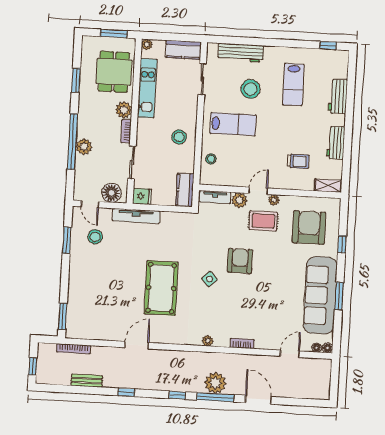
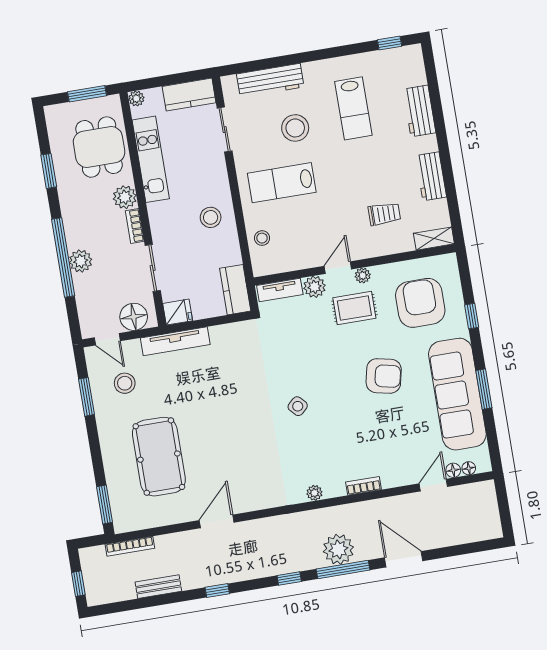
lab bench: (233, 124) -> (282, 183), turned 180
armchair: (240, 261) -> (384, 376), moved, turned 102
pool table: (161, 288) -> (159, 457), moved
floor lamp: (328, 348) -> (453, 470), moved

